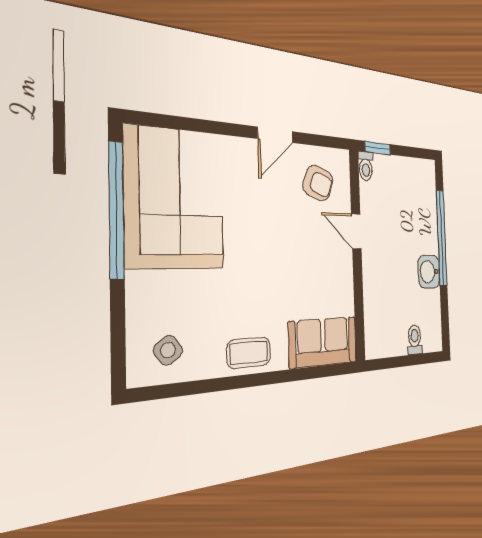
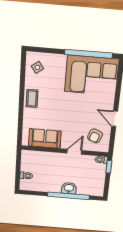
washbasin: (429, 272) -> (69, 188), moved
sofa: (323, 342) -> (45, 138), moved, turned -90

